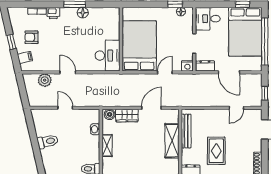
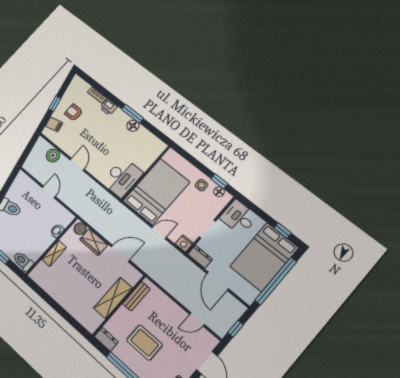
side table: (166, 17) -> (202, 185), added
bench: (186, 131) -> (136, 296), width x0.73
rug: (216, 151) -> (145, 343), turned 90

